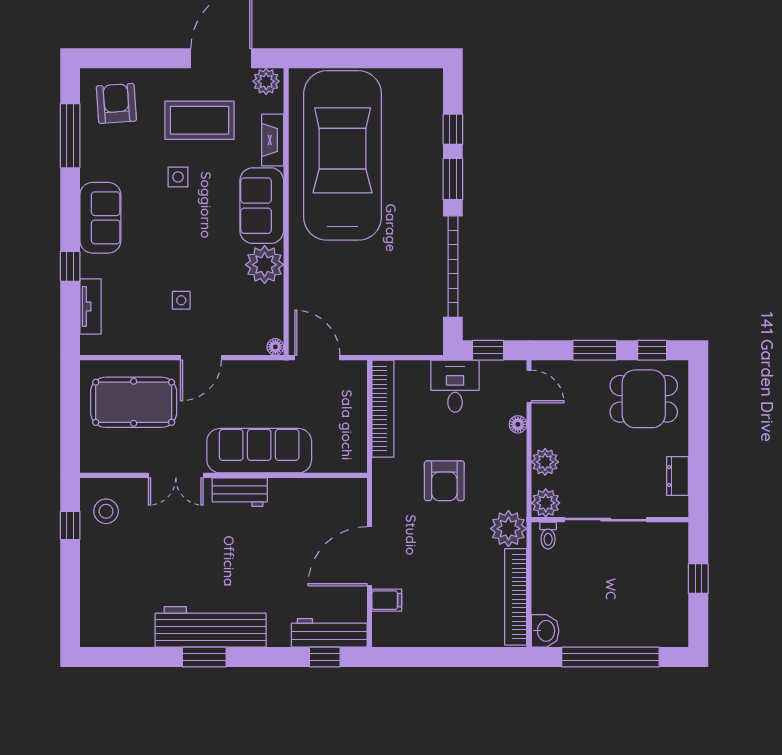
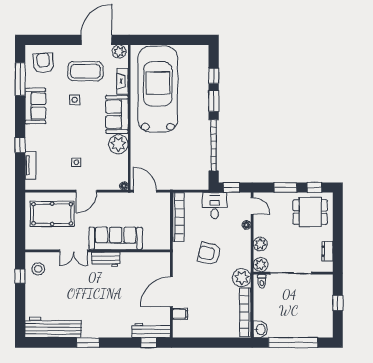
sofa: (100, 218) -> (35, 106), moved
armchair: (444, 481) -> (209, 254), turned 103
workbench: (211, 627) -> (53, 327), moved

